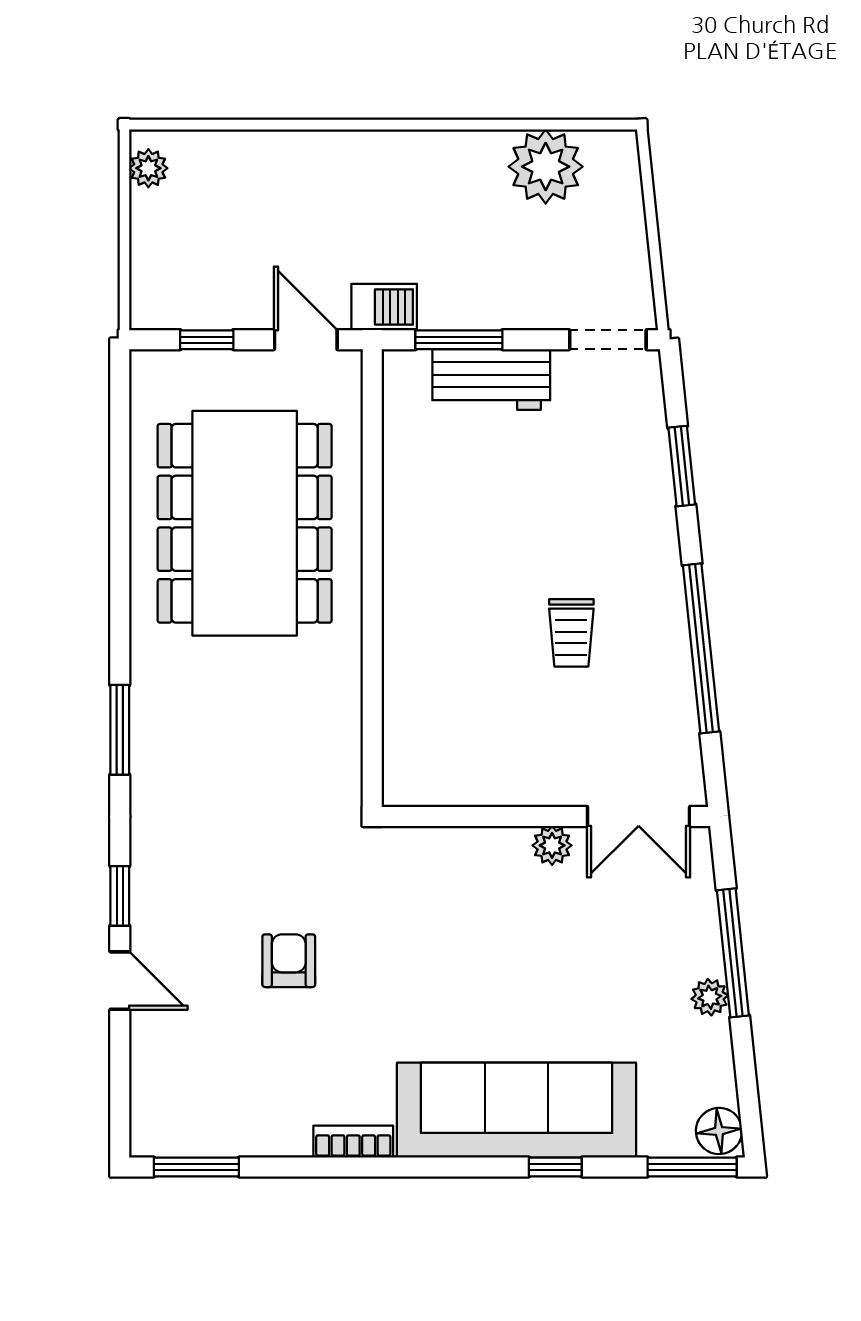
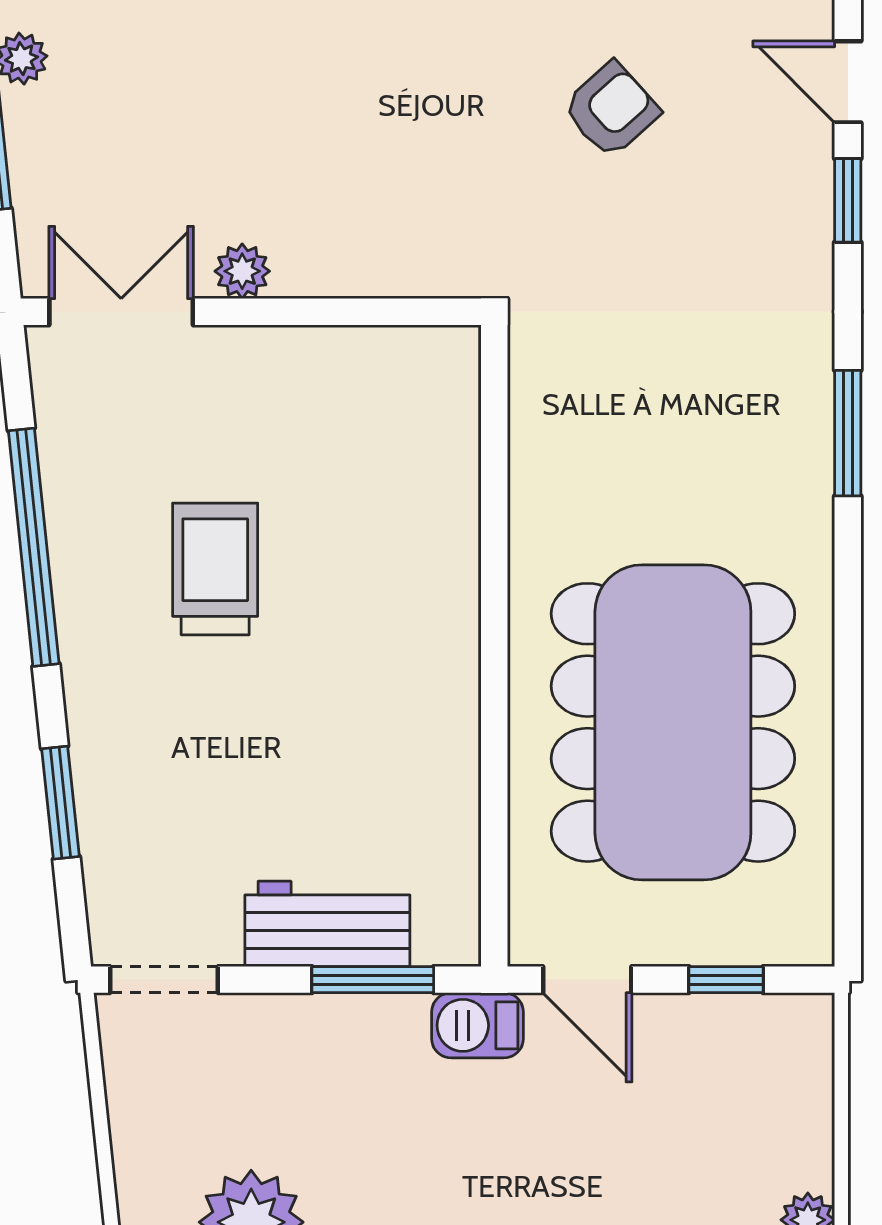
trolley: (571, 633) -> (215, 569), width x1.36, depth x1.39
armchair: (289, 961) -> (611, 110), turned -132

